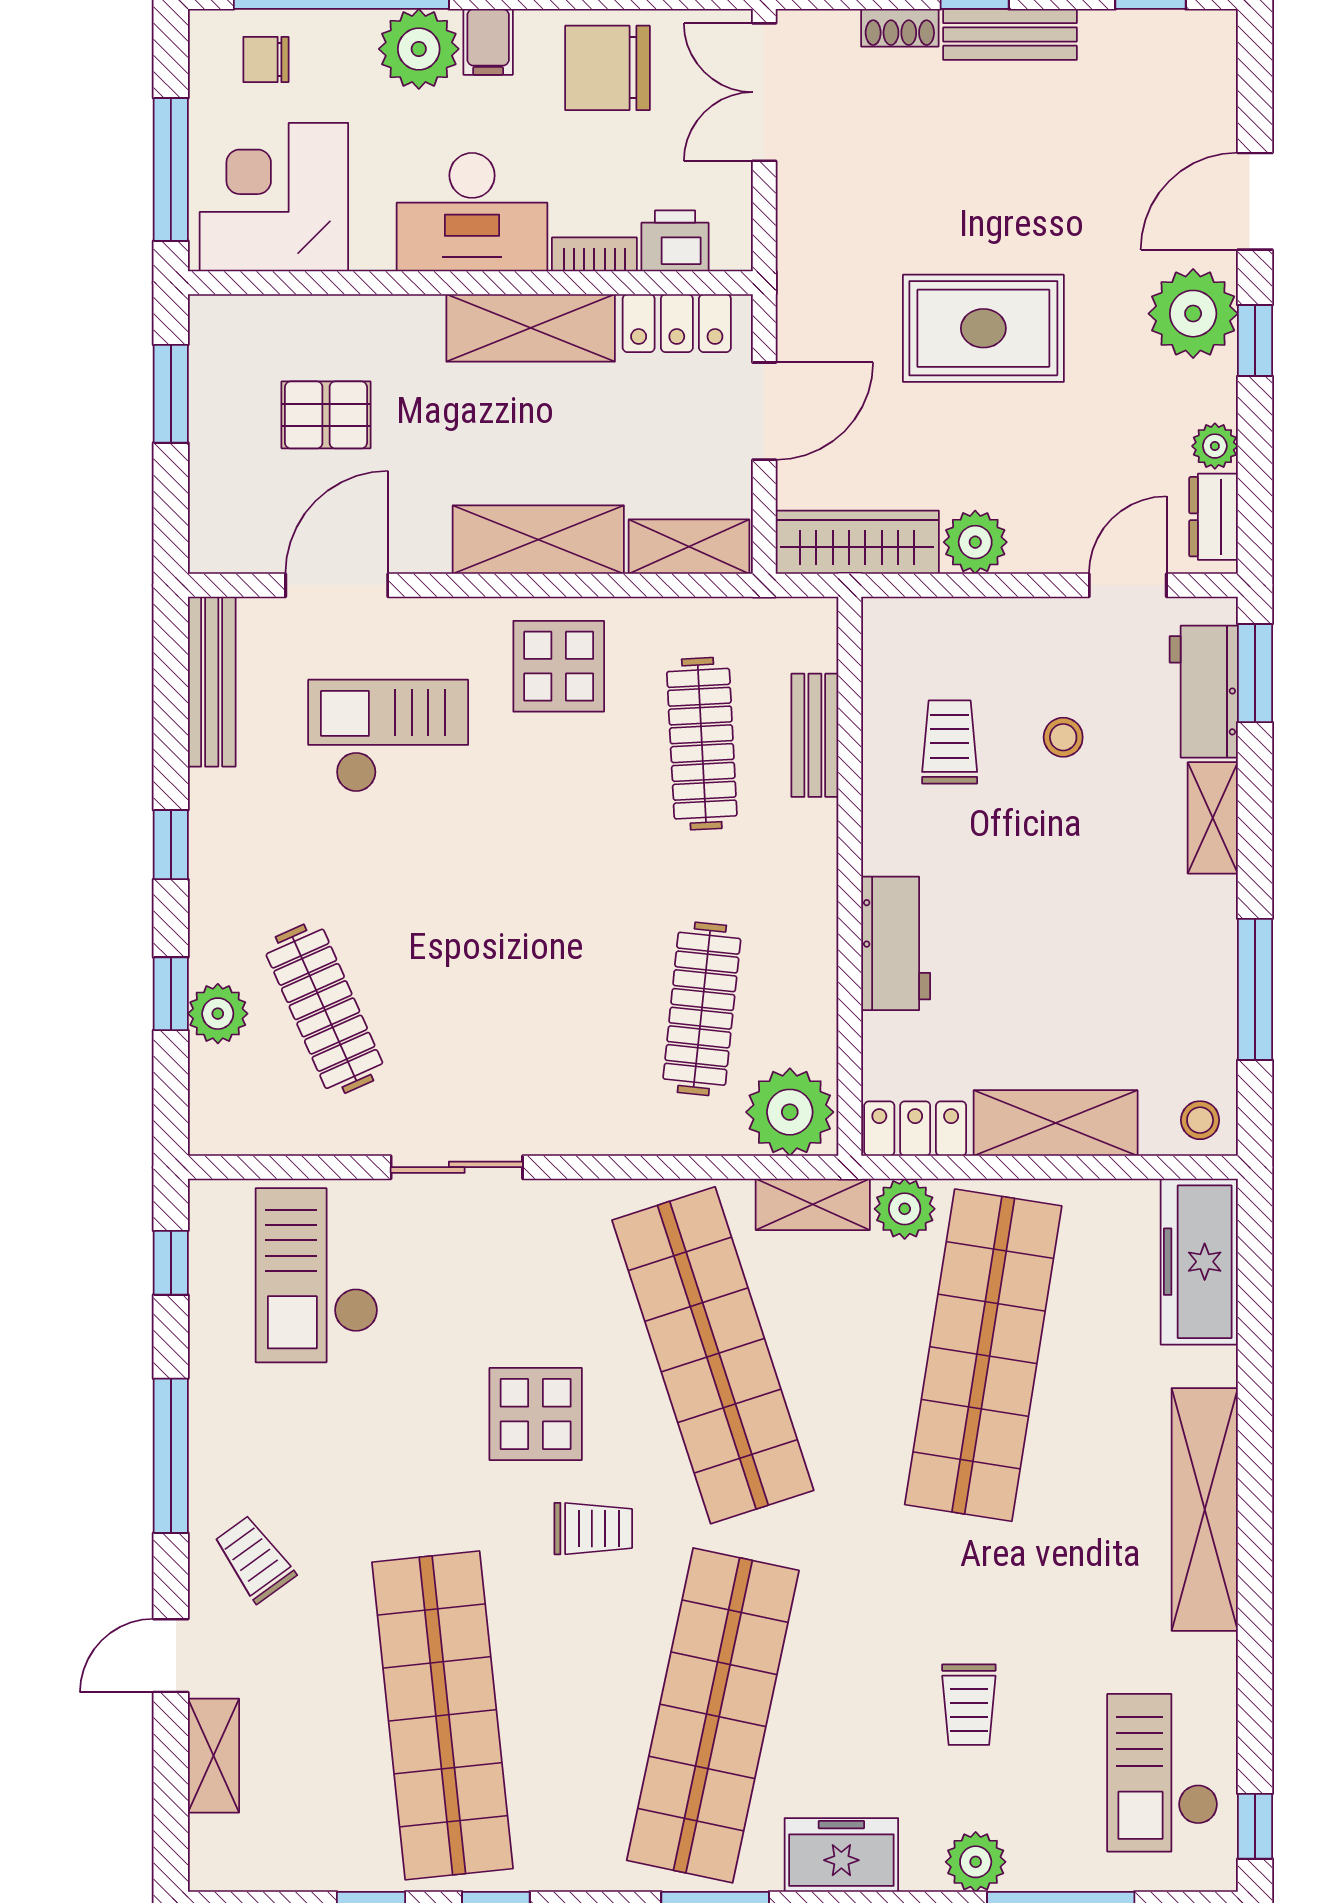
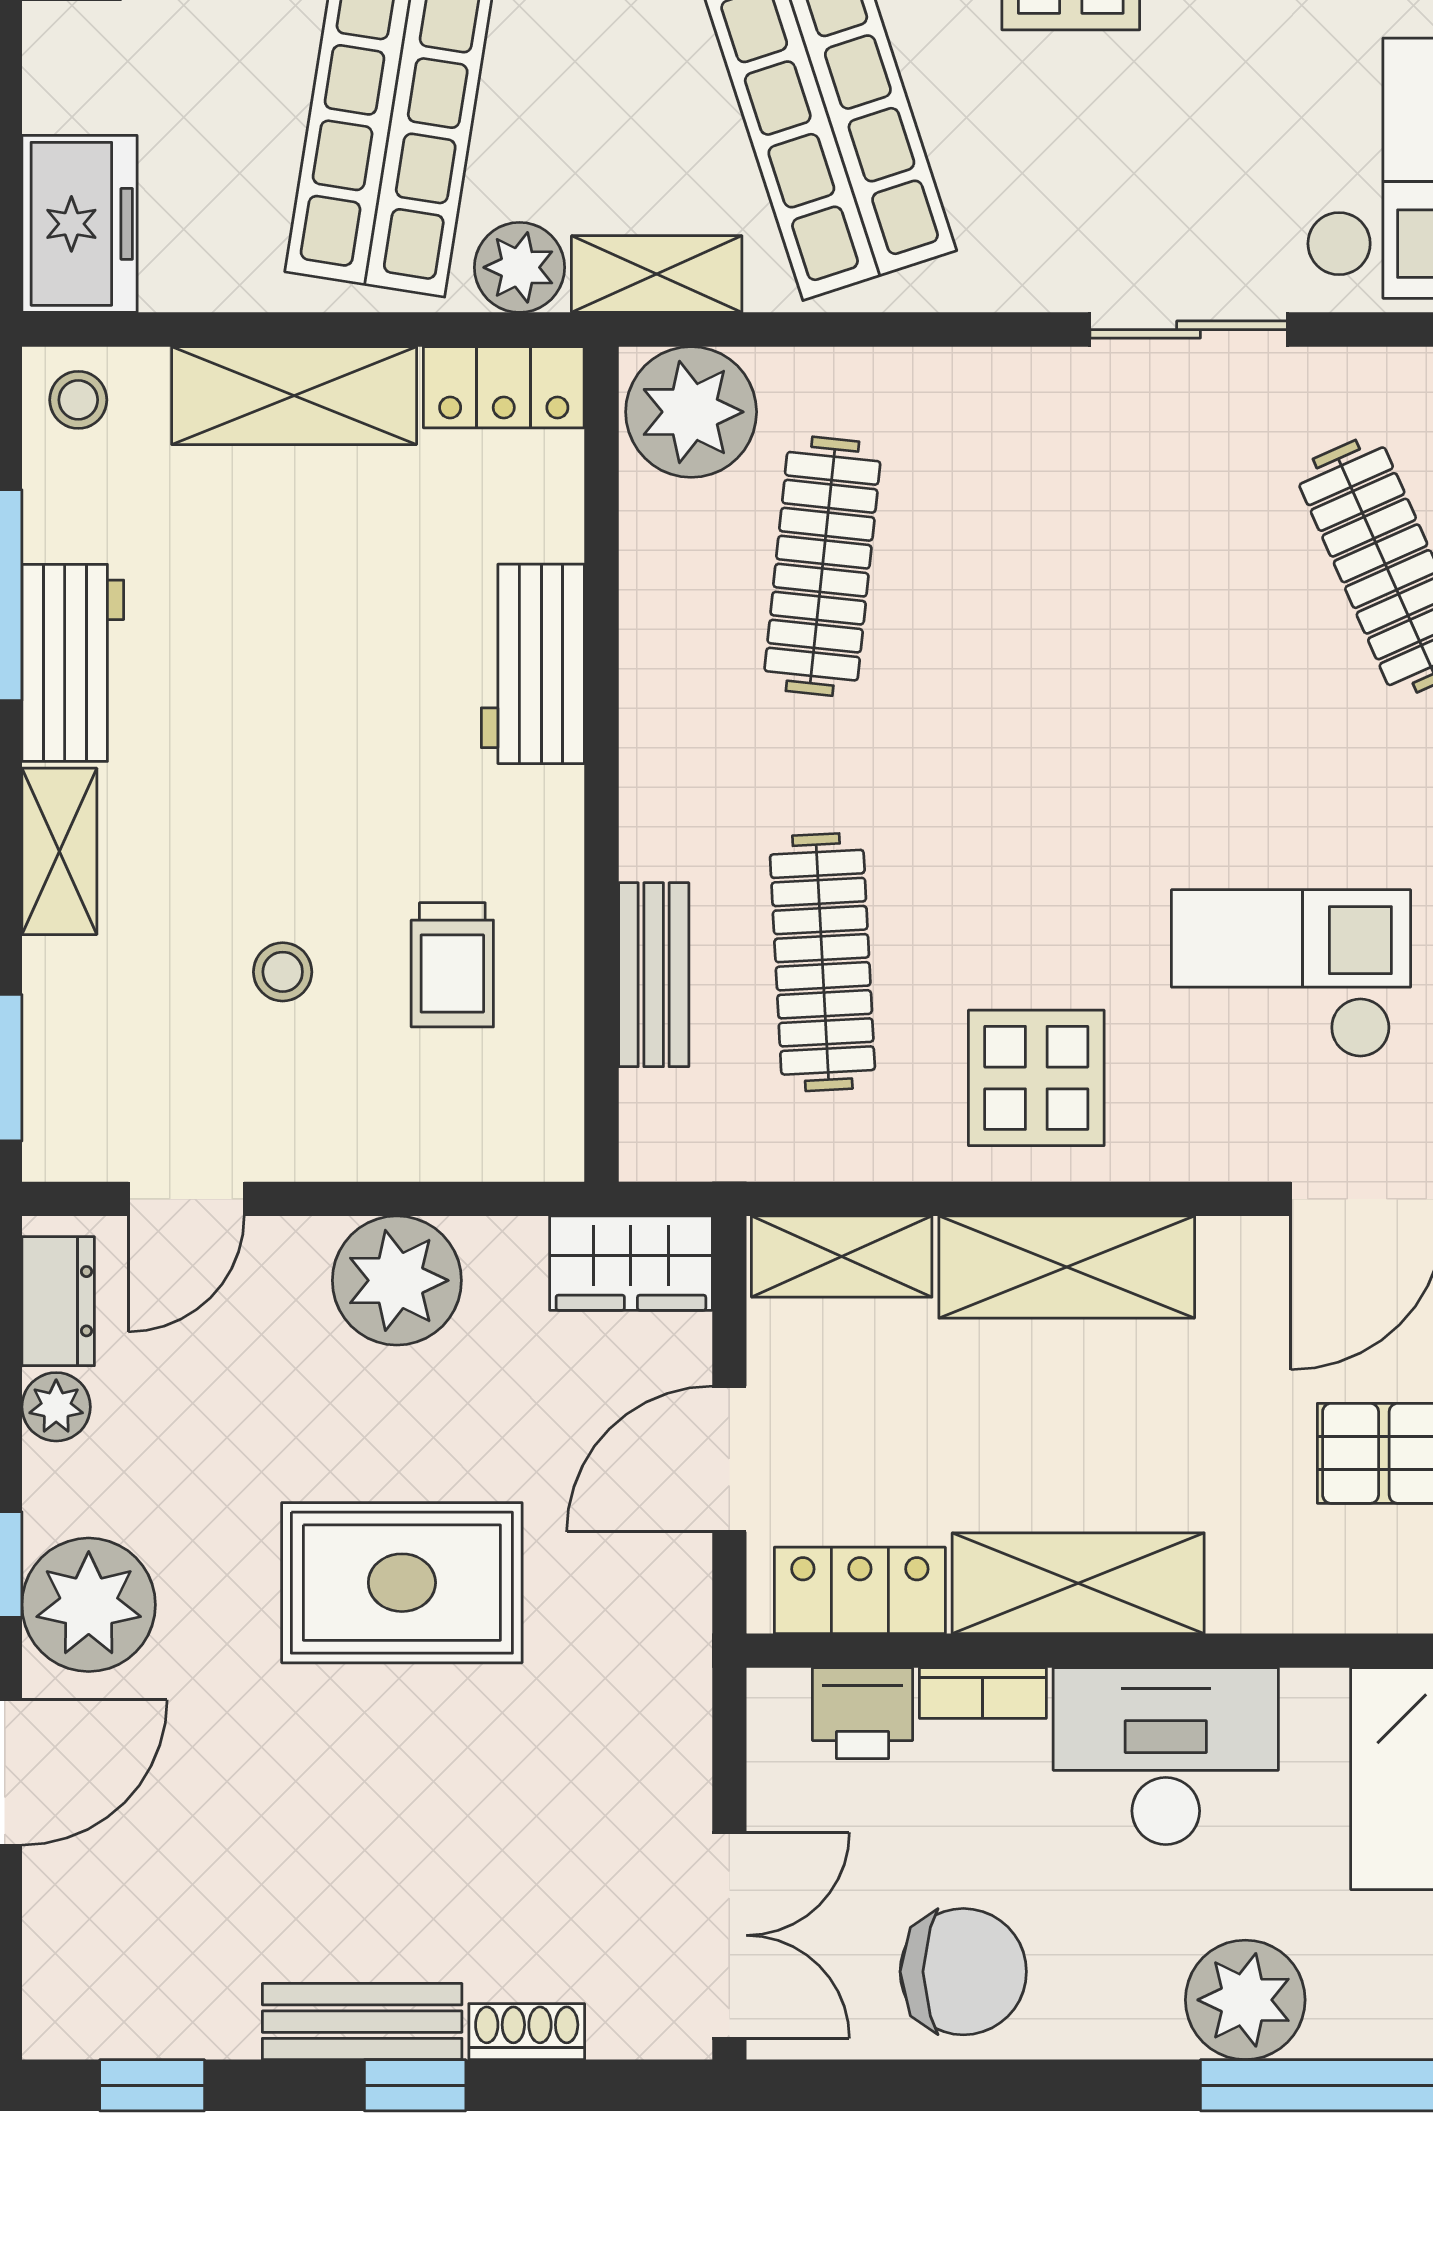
filing cabinet: (488, 42) -> (1142, 2011), removed
wardrobe: (857, 542) -> (631, 1263), width x0.67
plant: (975, 542) -> (397, 1280), width x1.36, depth x1.36
workbench: (1204, 692) -> (73, 663), moved
checkout: (388, 736) -> (1291, 974), turned 180
freezer: (1199, 1262) -> (79, 224), width x0.71

